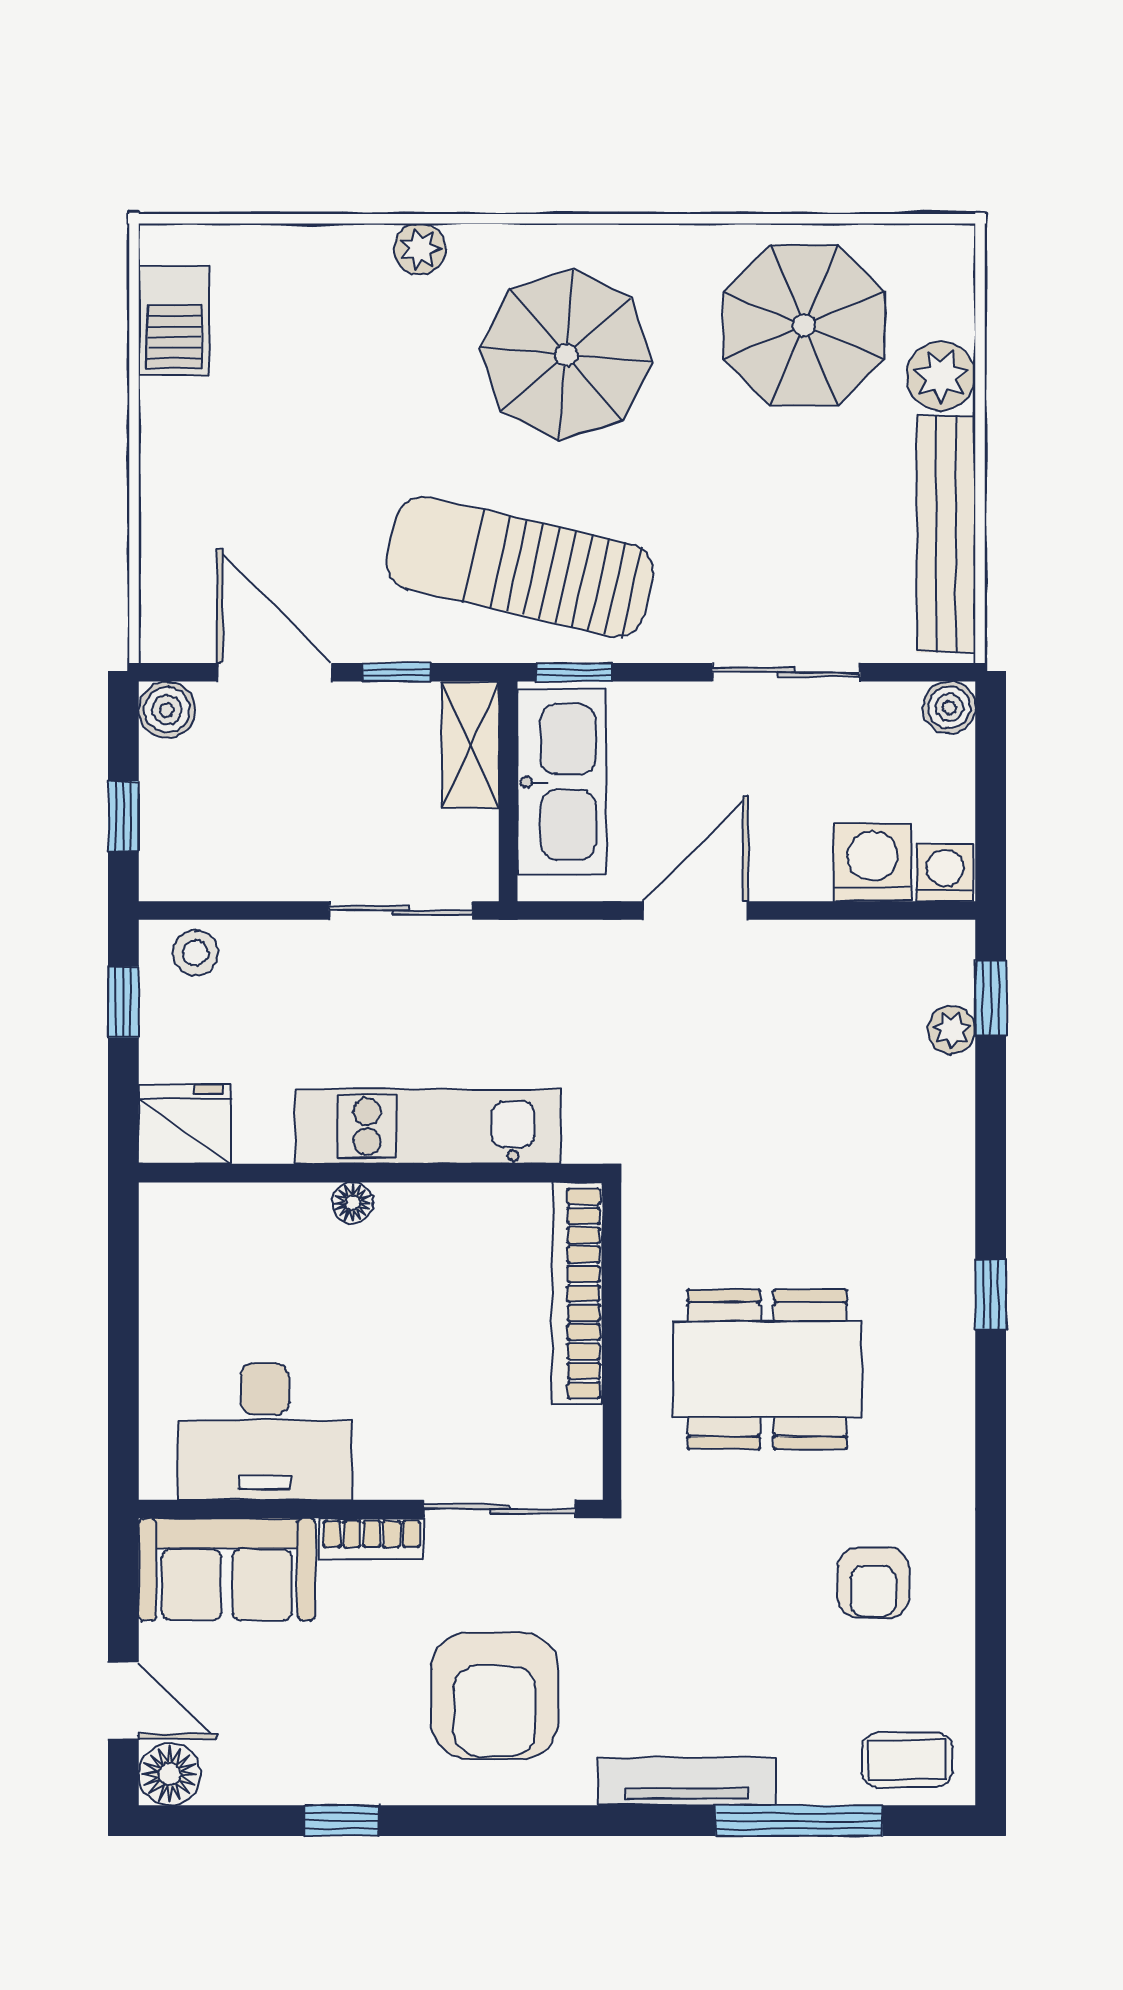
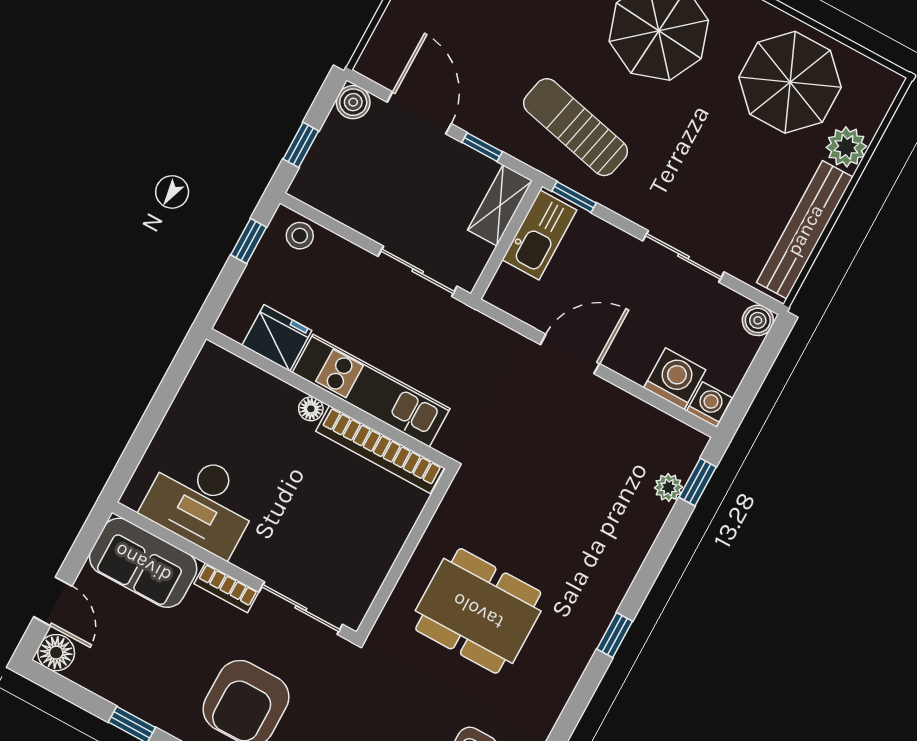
sun lounger: (520, 567) -> (576, 127), width x0.73, depth x0.75
kitchen sink: (562, 782) -> (539, 235), width x0.73, depth x0.81
fridge: (185, 1124) -> (277, 338), moved
bookcase: (578, 1293) -> (380, 449), moved, turned -90

